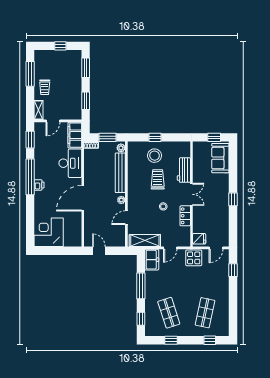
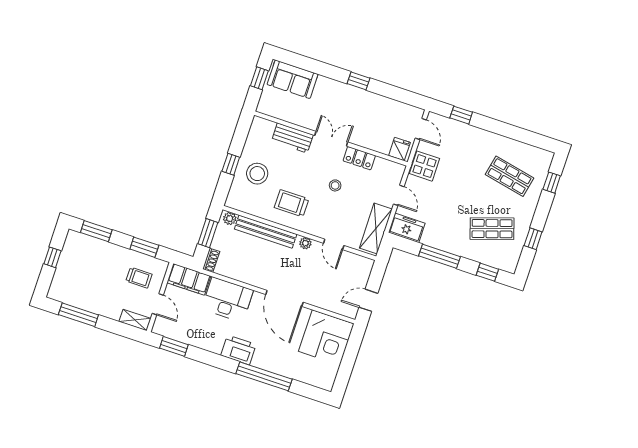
trolley: (45, 87) -> (139, 278), moved
window: (30, 177) -> (264, 376), moved
trolley: (158, 179) -> (292, 203), moved
printer: (39, 185) -> (238, 350), width x1.87, depth x1.48
corner desk: (49, 232) -> (326, 337), moved, turned -90

